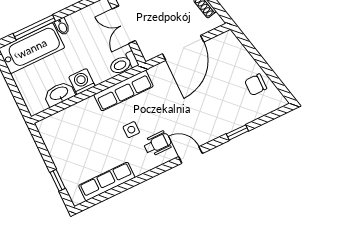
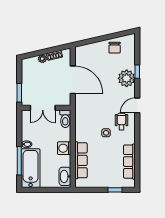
row of seats: (124, 90) -> (81, 160), moved
washbasin: (59, 94) -> (65, 176), moved
plant: (221, 122) -> (127, 78), added

